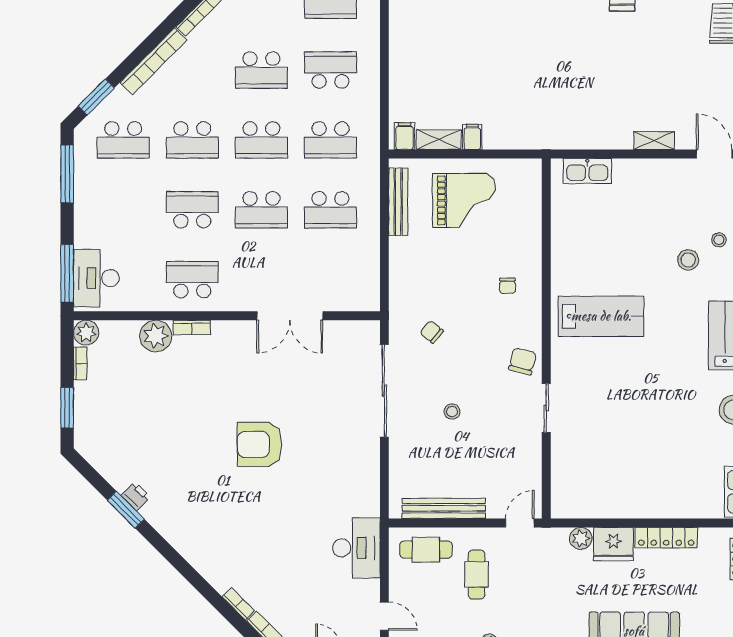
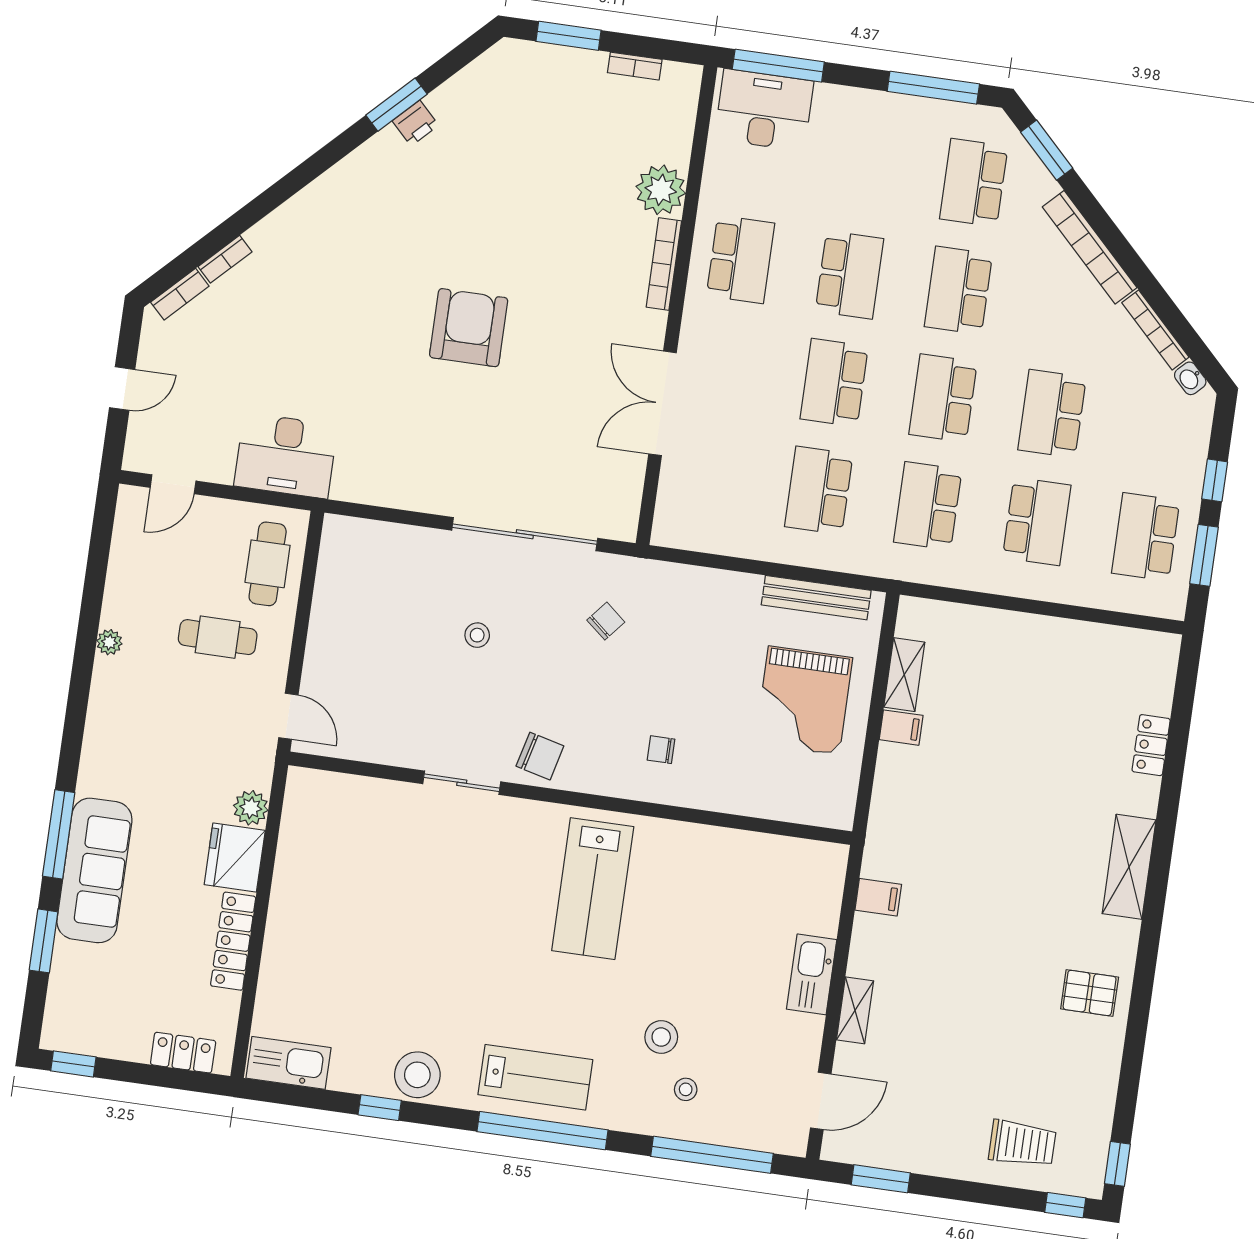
filing cabinet: (405, 136) -> (878, 897), moved
kitchen sink: (587, 171) -> (812, 974), moved
bookcase: (192, 327) -> (664, 264), width x1.56
plant: (86, 333) -> (681, 82), removed
bench: (444, 508) -> (328, 601), removed

